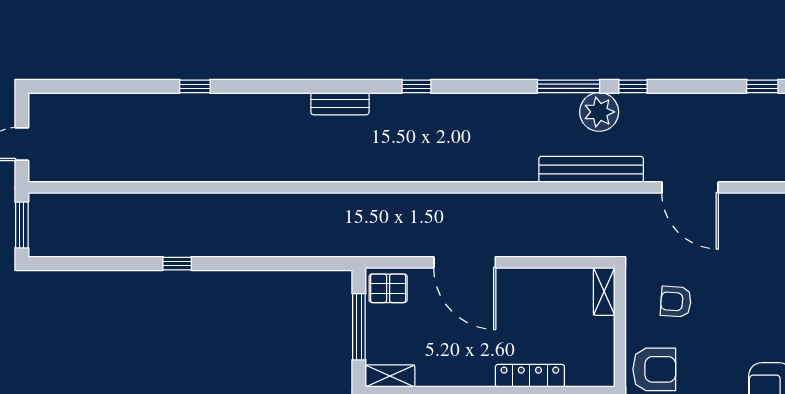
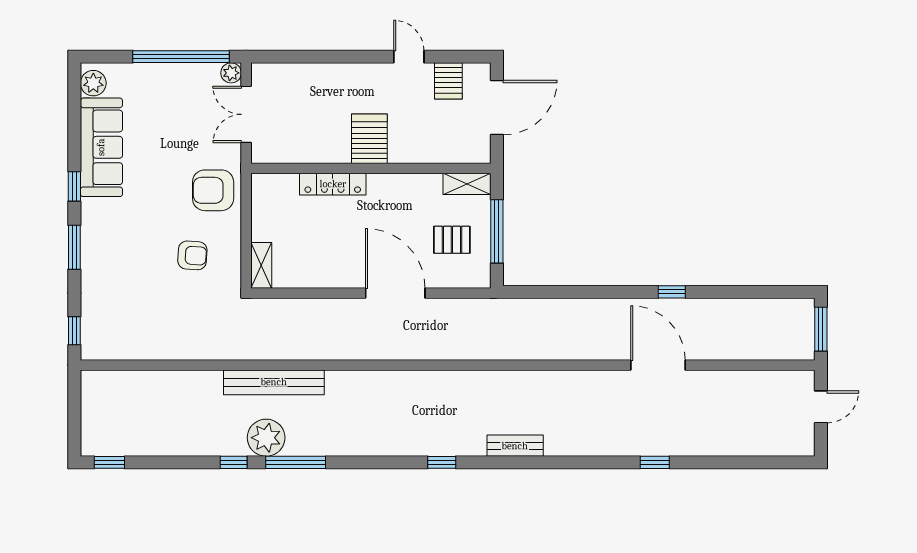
door: (690, 187) -> (658, 365), moved
pallet: (388, 288) -> (452, 240), moved

